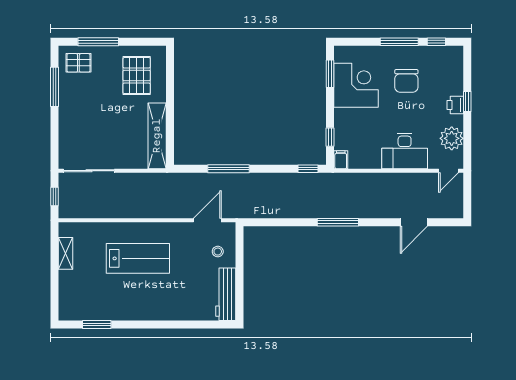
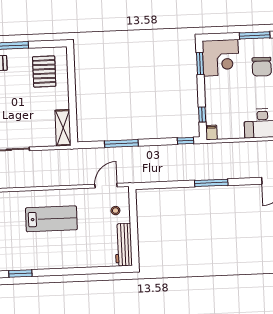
corner desk: (356, 85) -> (221, 58), moved, turned 90
shelving: (157, 136) -> (63, 128), width x0.68

